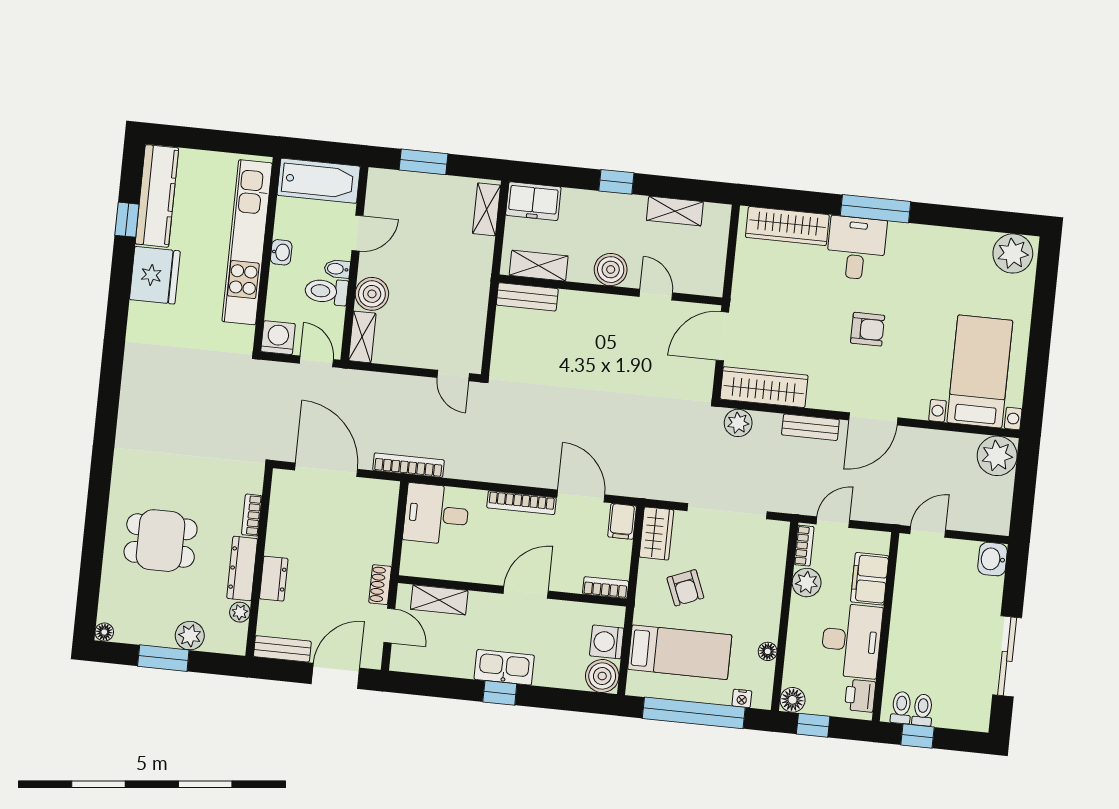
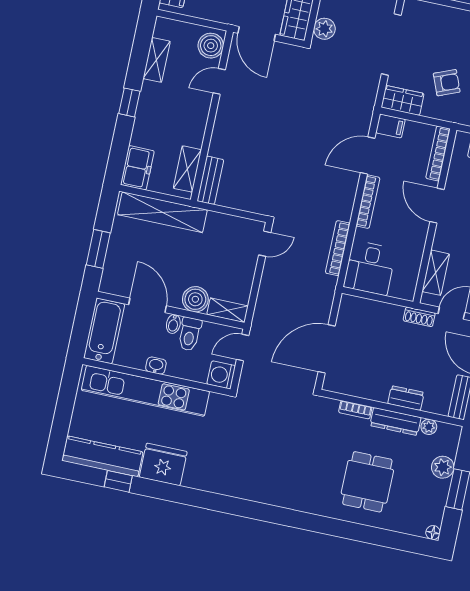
shelving: (487, 209) -> (162, 212), width x2.20, depth x1.33
door: (358, 233) -> (147, 305), width x1.37
boiler: (611, 270) -> (211, 46), moved
bookcase: (408, 465) -> (338, 248), moved
bookcase: (606, 588) -> (438, 153), width x1.56

